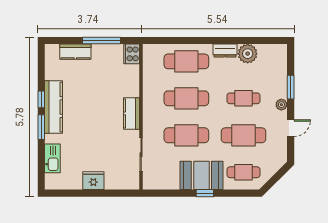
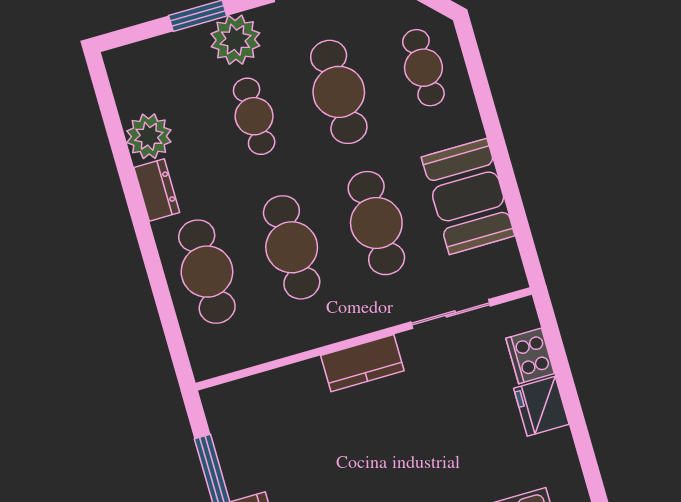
cooker: (132, 54) -> (530, 356), moved, turned 90
plant: (281, 105) -> (235, 40), width x1.87, depth x1.87
booth: (201, 175) -> (468, 196), moved
window: (205, 193) -> (497, 142), removed

